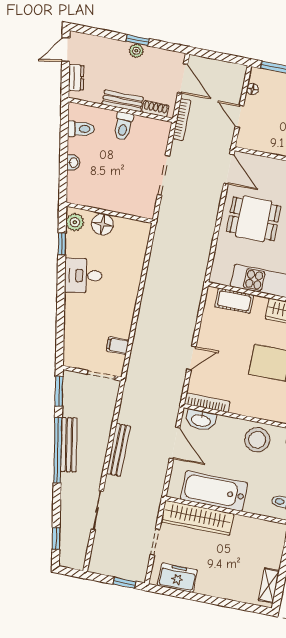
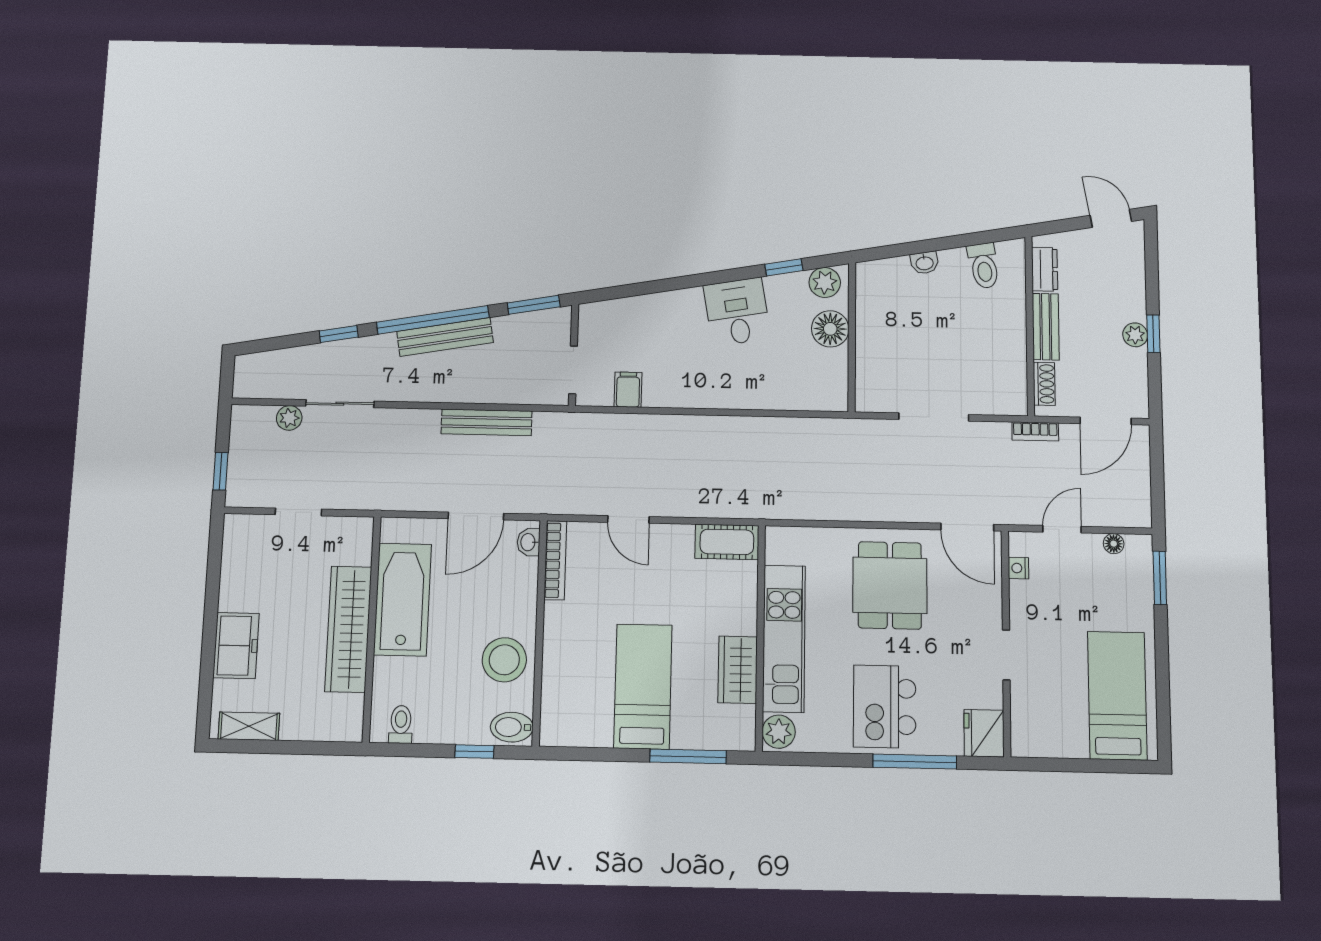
dresser: (76, 78) -> (1045, 269), moved, turned -80
bookcase: (182, 120) -> (1035, 431), width x0.64
toilet: (123, 126) -> (1003, 335), removed
nightstand: (257, 145) -> (1018, 568), added
door: (229, 169) -> (967, 527), hinge flipped
cot: (234, 301) -> (727, 542), moved, turned 90
washbasin: (201, 420) -> (529, 542), width x0.52, depth x0.69
bench: (118, 450) -> (487, 422), moved
wardrobe: (197, 518) -> (348, 629), moved
window: (56, 538) -> (339, 334), moved
plant: (100, 540) -> (289, 418), added
freezer: (177, 578) -> (236, 646), moved

